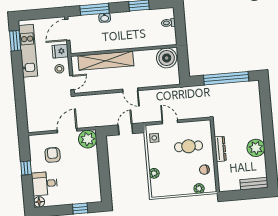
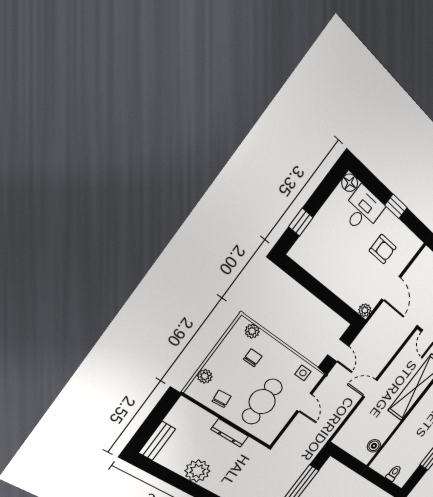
boiler: (167, 58) -> (374, 446), width x0.54, depth x0.54
door: (170, 122) -> (304, 402), hinge flipped
plant: (88, 139) -> (365, 310), width x0.53, depth x0.53
cafe table: (189, 146) -> (262, 402), width x1.37, depth x1.35
chair: (169, 172) -> (253, 358), added
plant: (154, 173) -> (252, 331), moved

